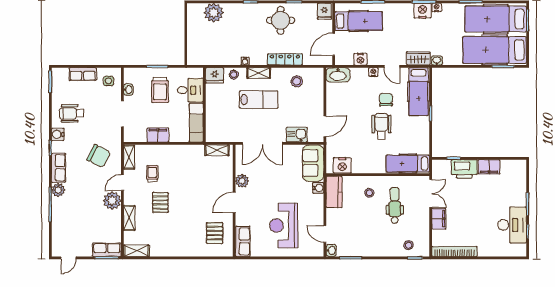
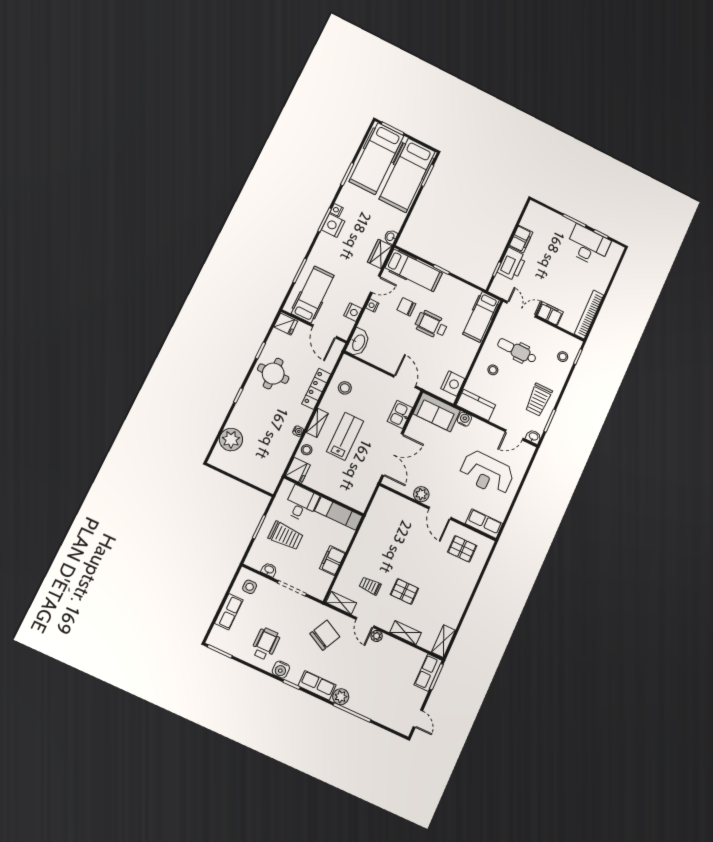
wheelchair: (72, 114) -> (265, 644), turned 180
shelving: (217, 150) -> (377, 505), removed
plant: (112, 201) -> (377, 636), width x0.53, depth x0.53
trolley: (363, 241) -> (538, 400), added

